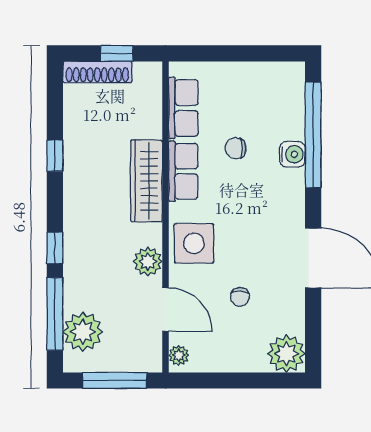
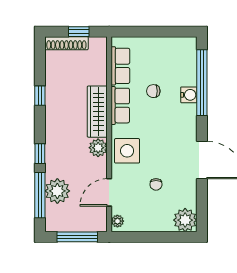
plant: (148, 261) -> (98, 148), moved
door: (165, 310) -> (109, 192), swing flipped
plant: (83, 332) -> (57, 191), moved

